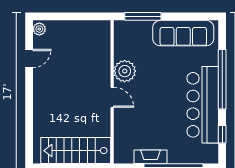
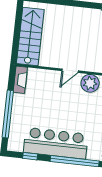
fireplace: (150, 157) -> (20, 80), moved

